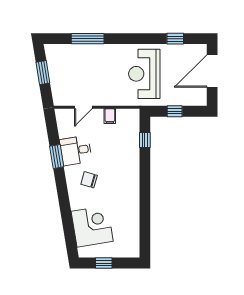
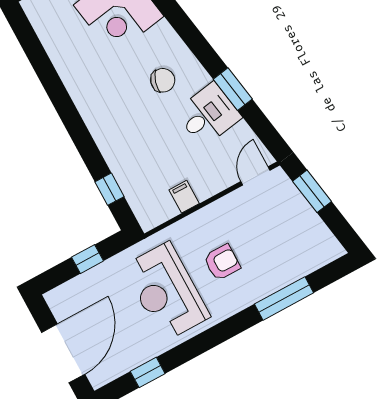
window: (43, 73) -> (312, 191), moved
armchair: (109, 73) -> (222, 262), added
reception desk: (144, 74) -> (166, 292), turned 180
door: (83, 107) -> (255, 176), moved

